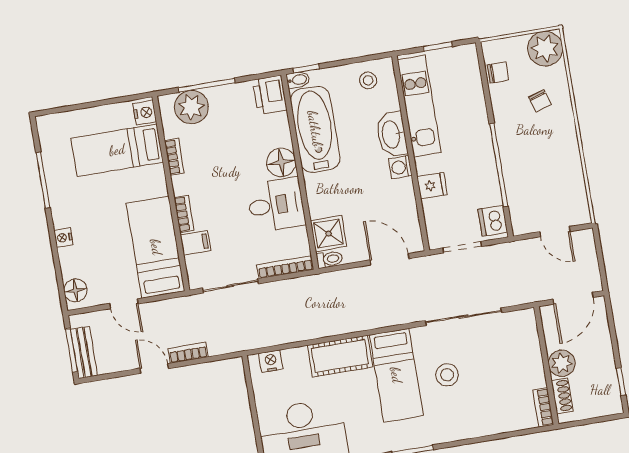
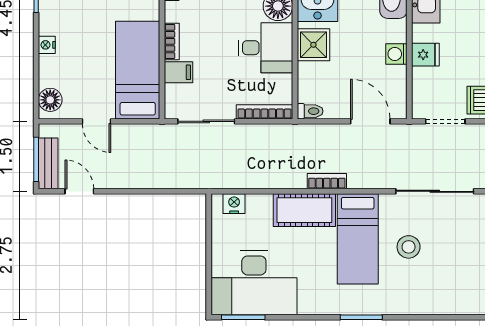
washing machine: (400, 167) -> (396, 54), moved
shower: (329, 234) -> (313, 45), moved
bookcase: (188, 353) -> (327, 181), moved
door: (154, 368) -> (79, 191), moved

